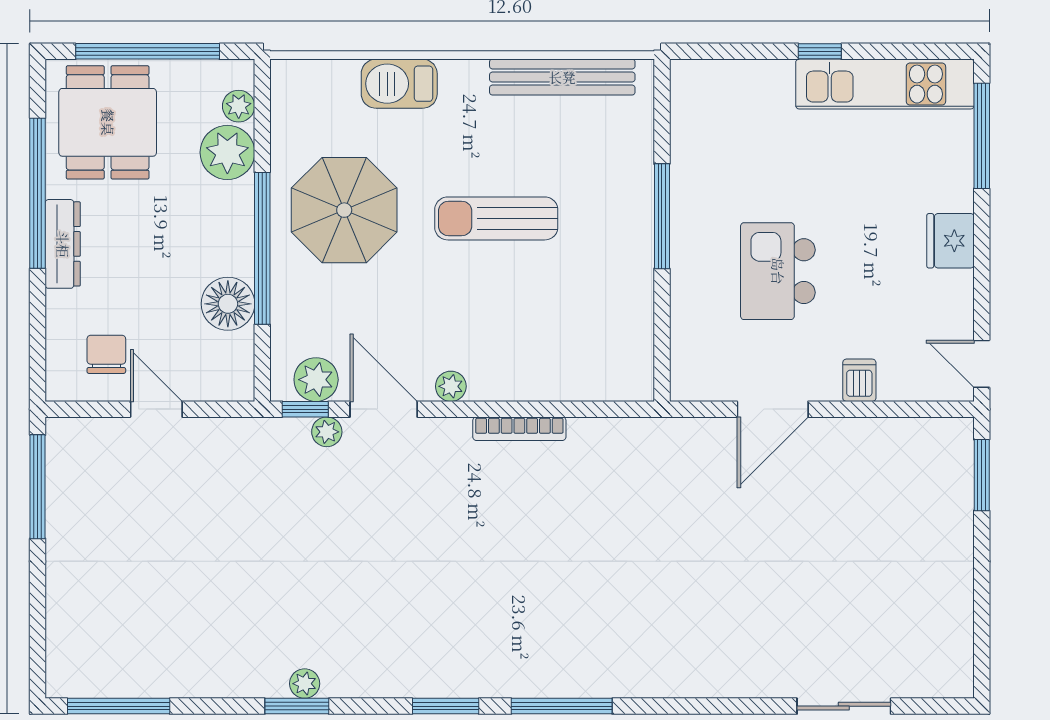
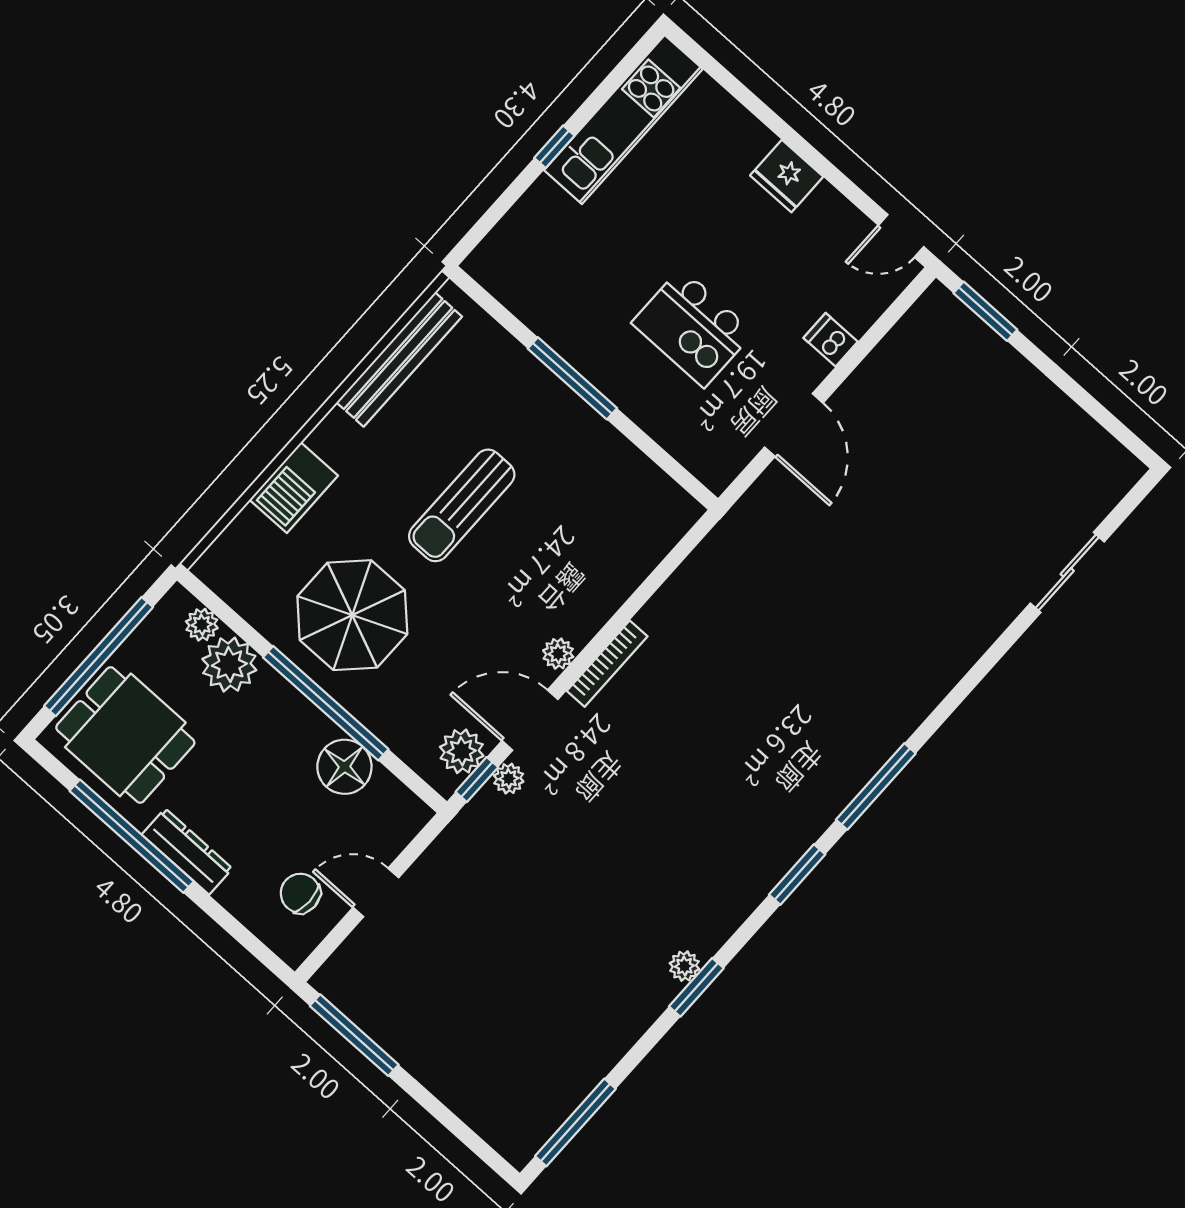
window: (982, 136) -> (728, 81), removed
bookcase: (519, 429) -> (607, 664), moved

